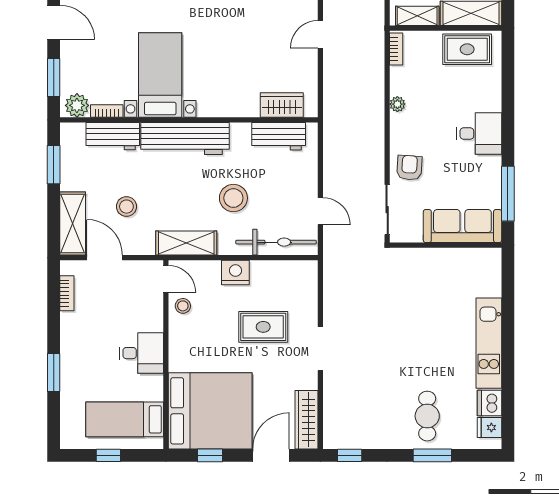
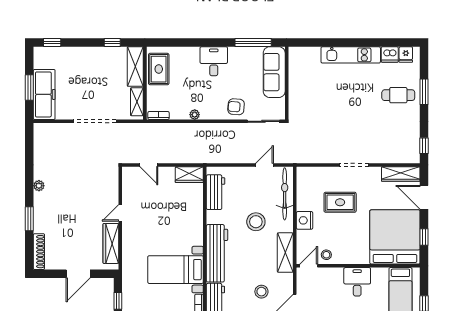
wardrobe: (282, 105) -> (189, 175), moved, turned -90
rug: (263, 327) -> (340, 202), turned 90

